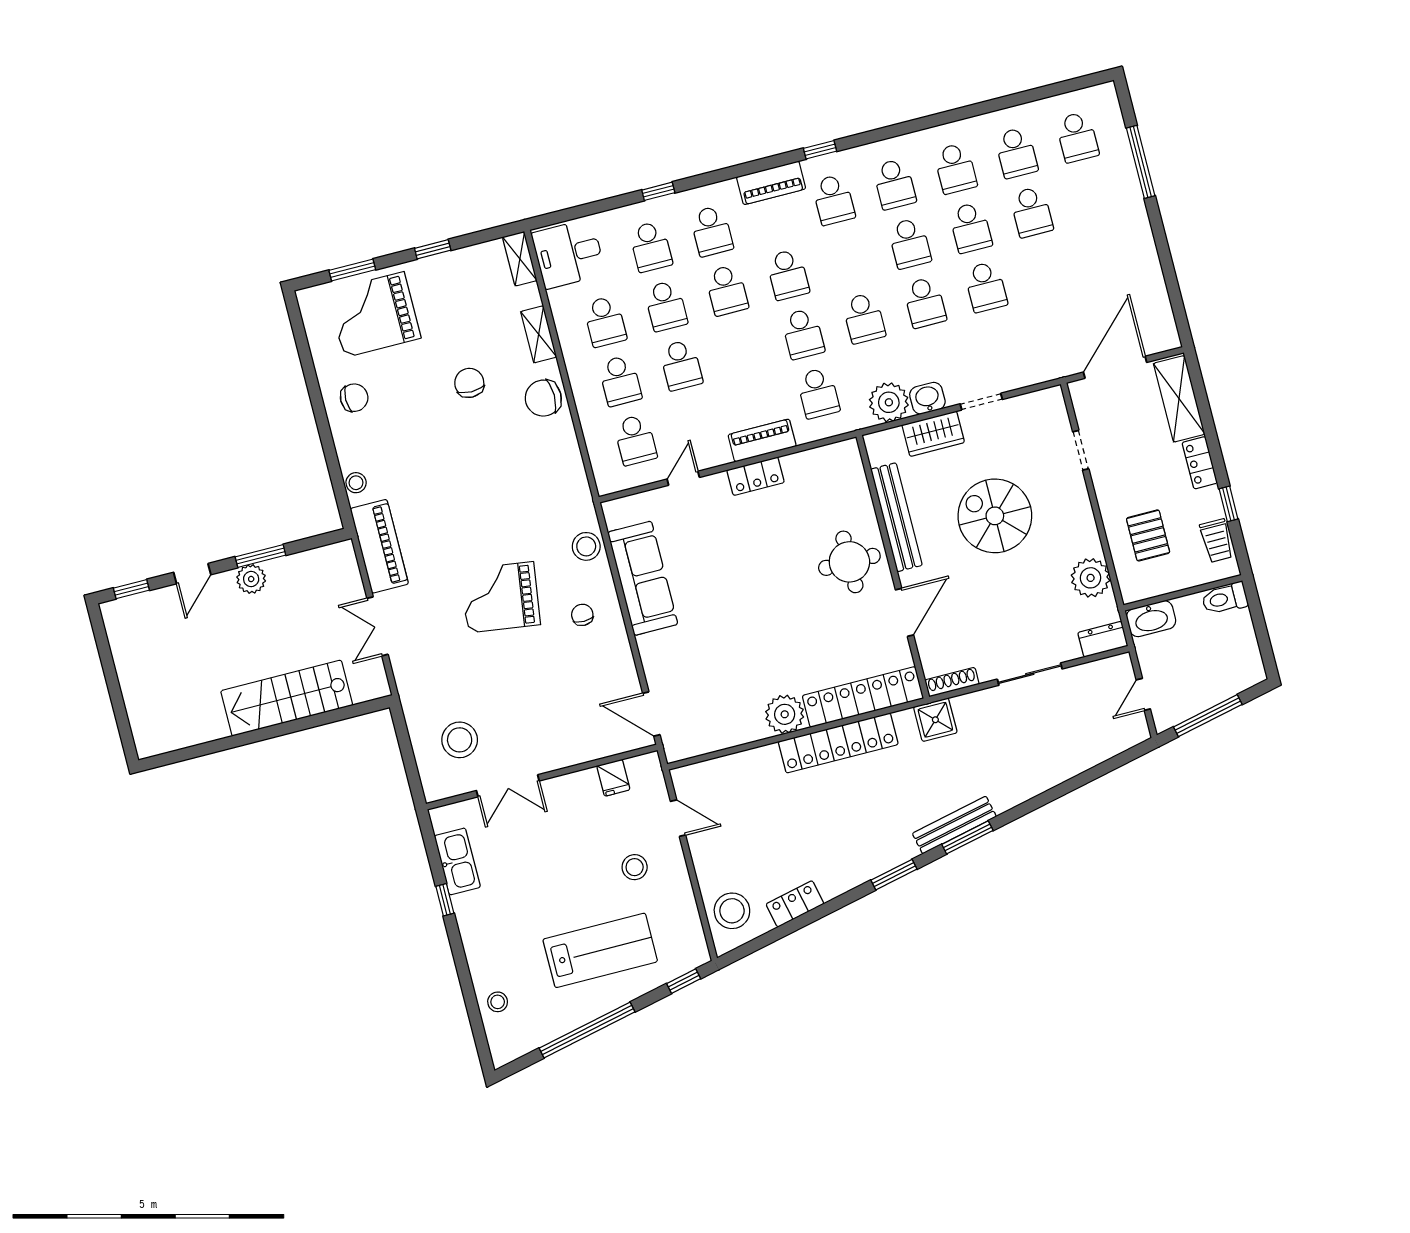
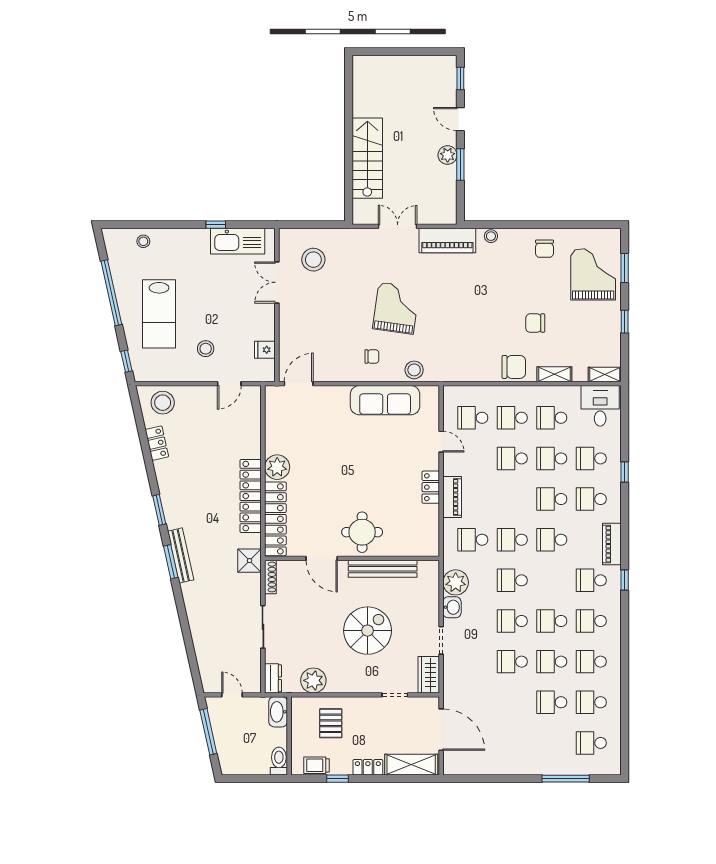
chair: (469, 383) -> (535, 323), turned 180
chair: (543, 398) -> (514, 367), turned 91
wardrobe: (933, 434) -> (429, 675), moved
pallet: (1148, 535) -> (331, 723), turned 90
kitchen sink: (457, 861) -> (238, 241), width x1.36, depth x1.24

